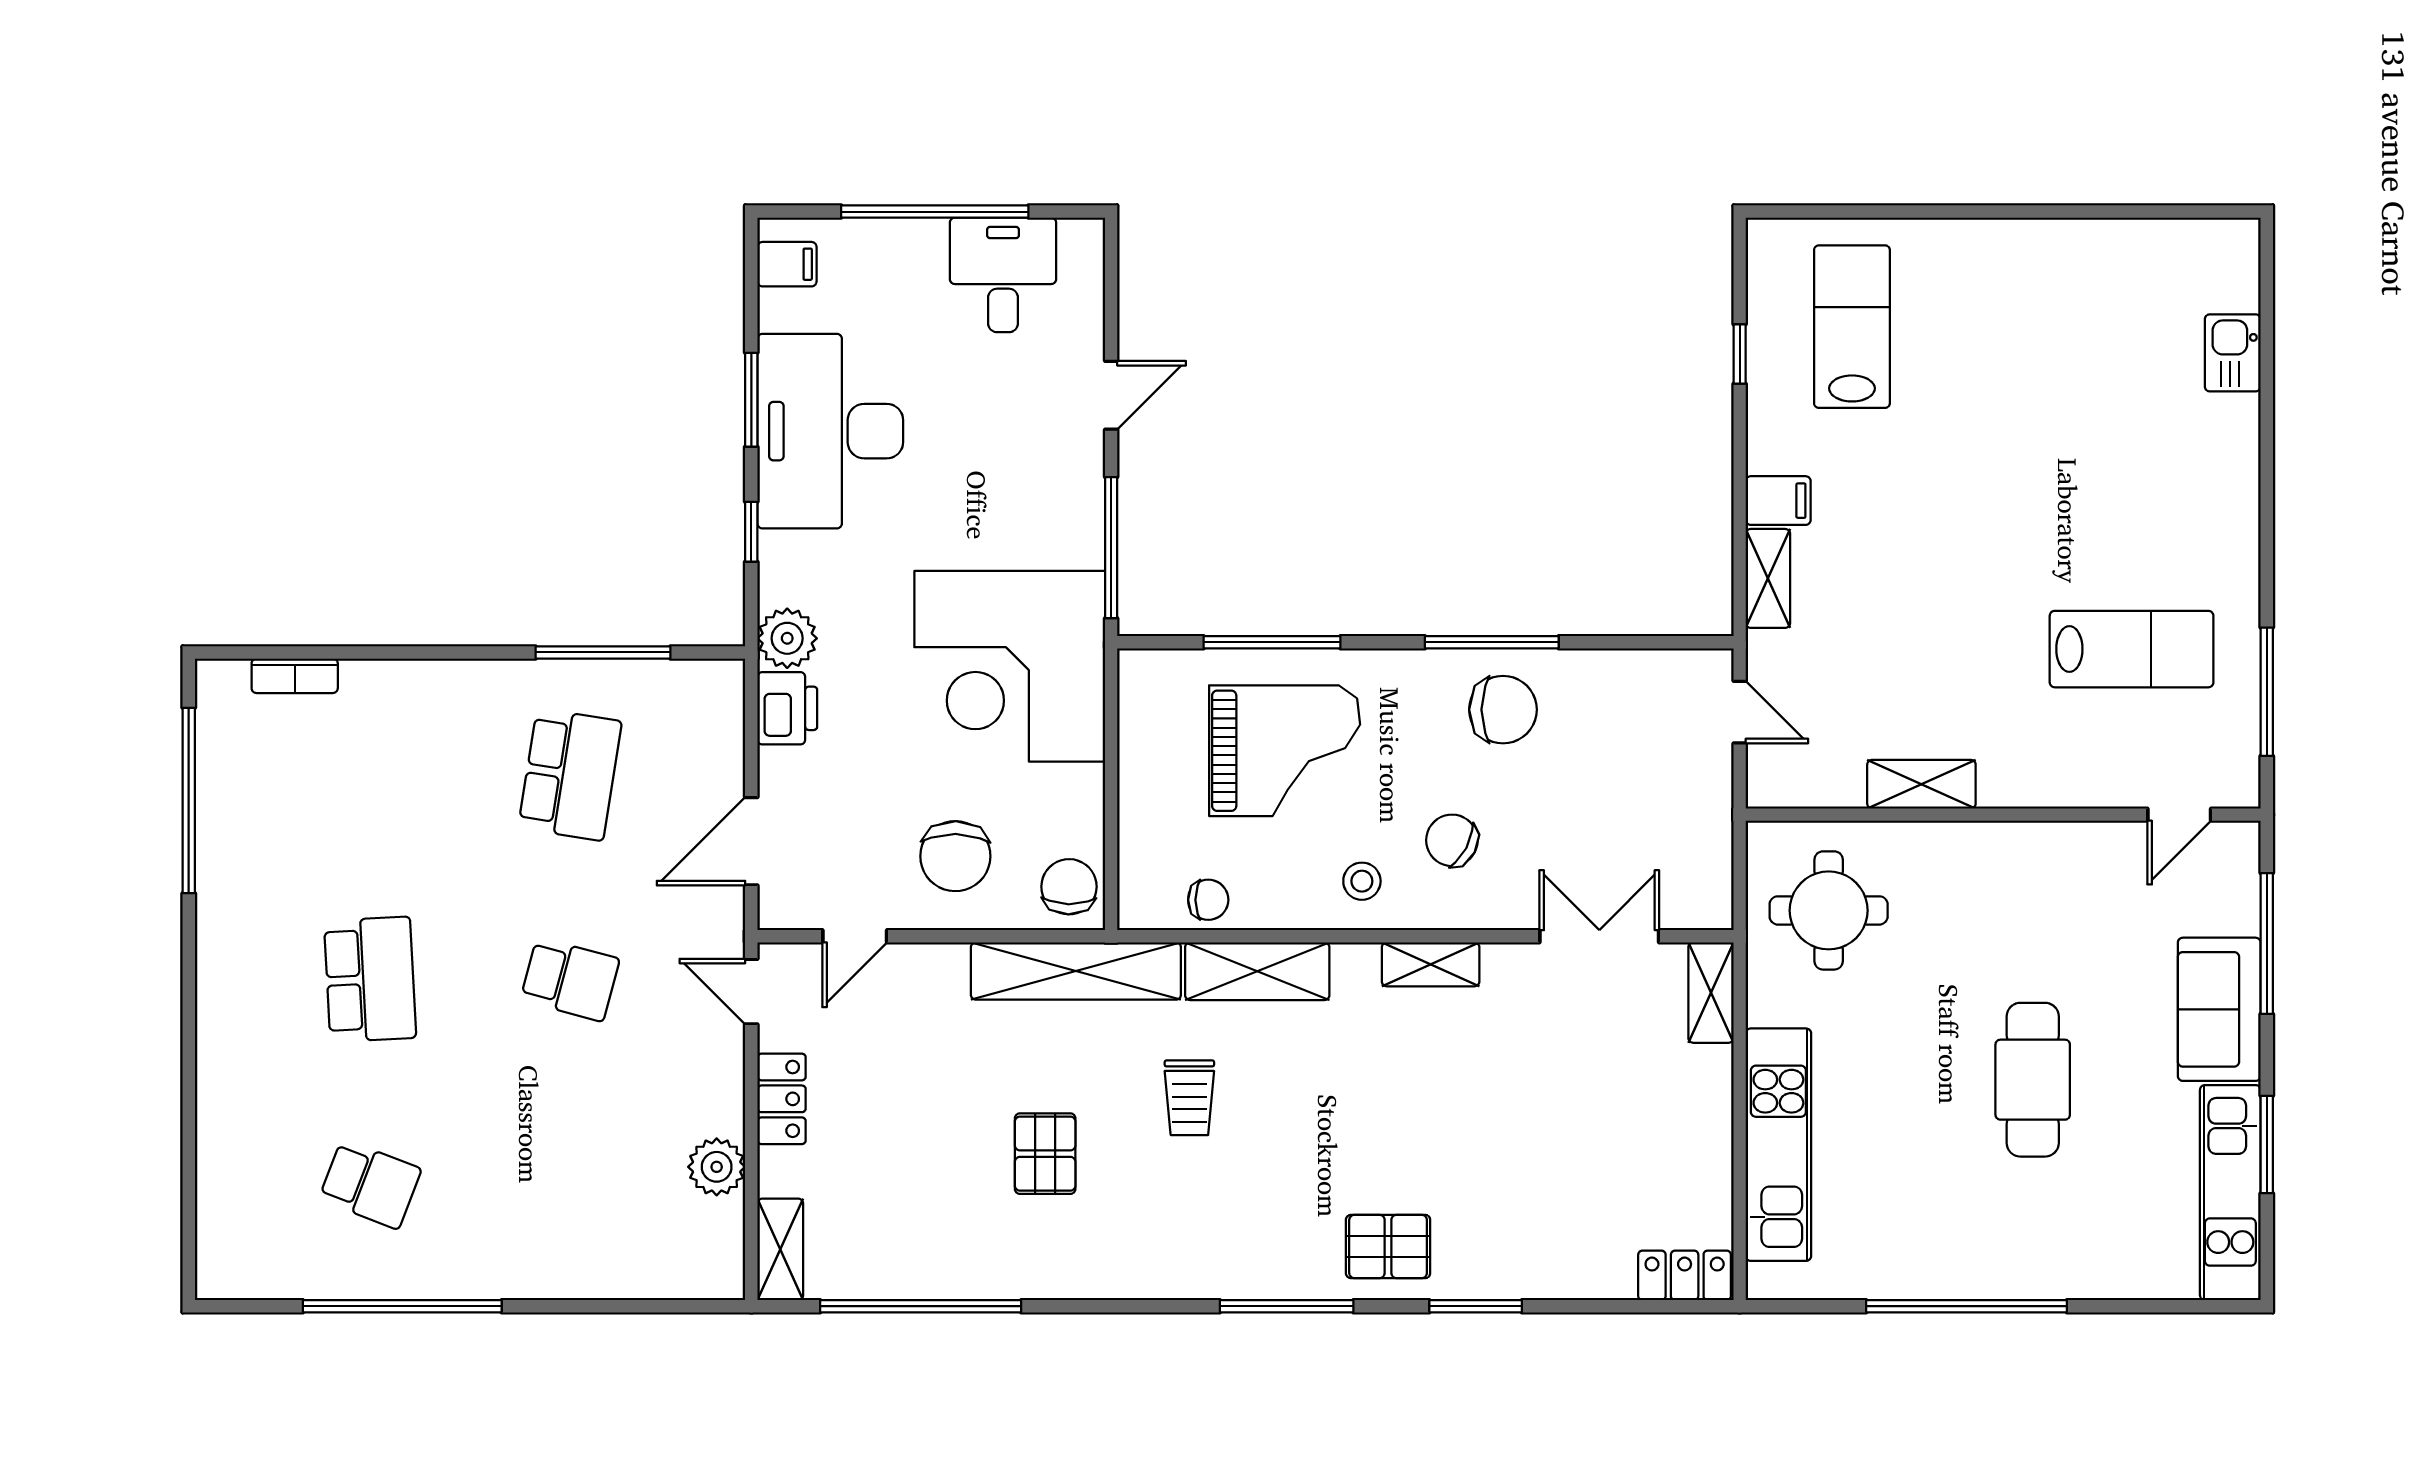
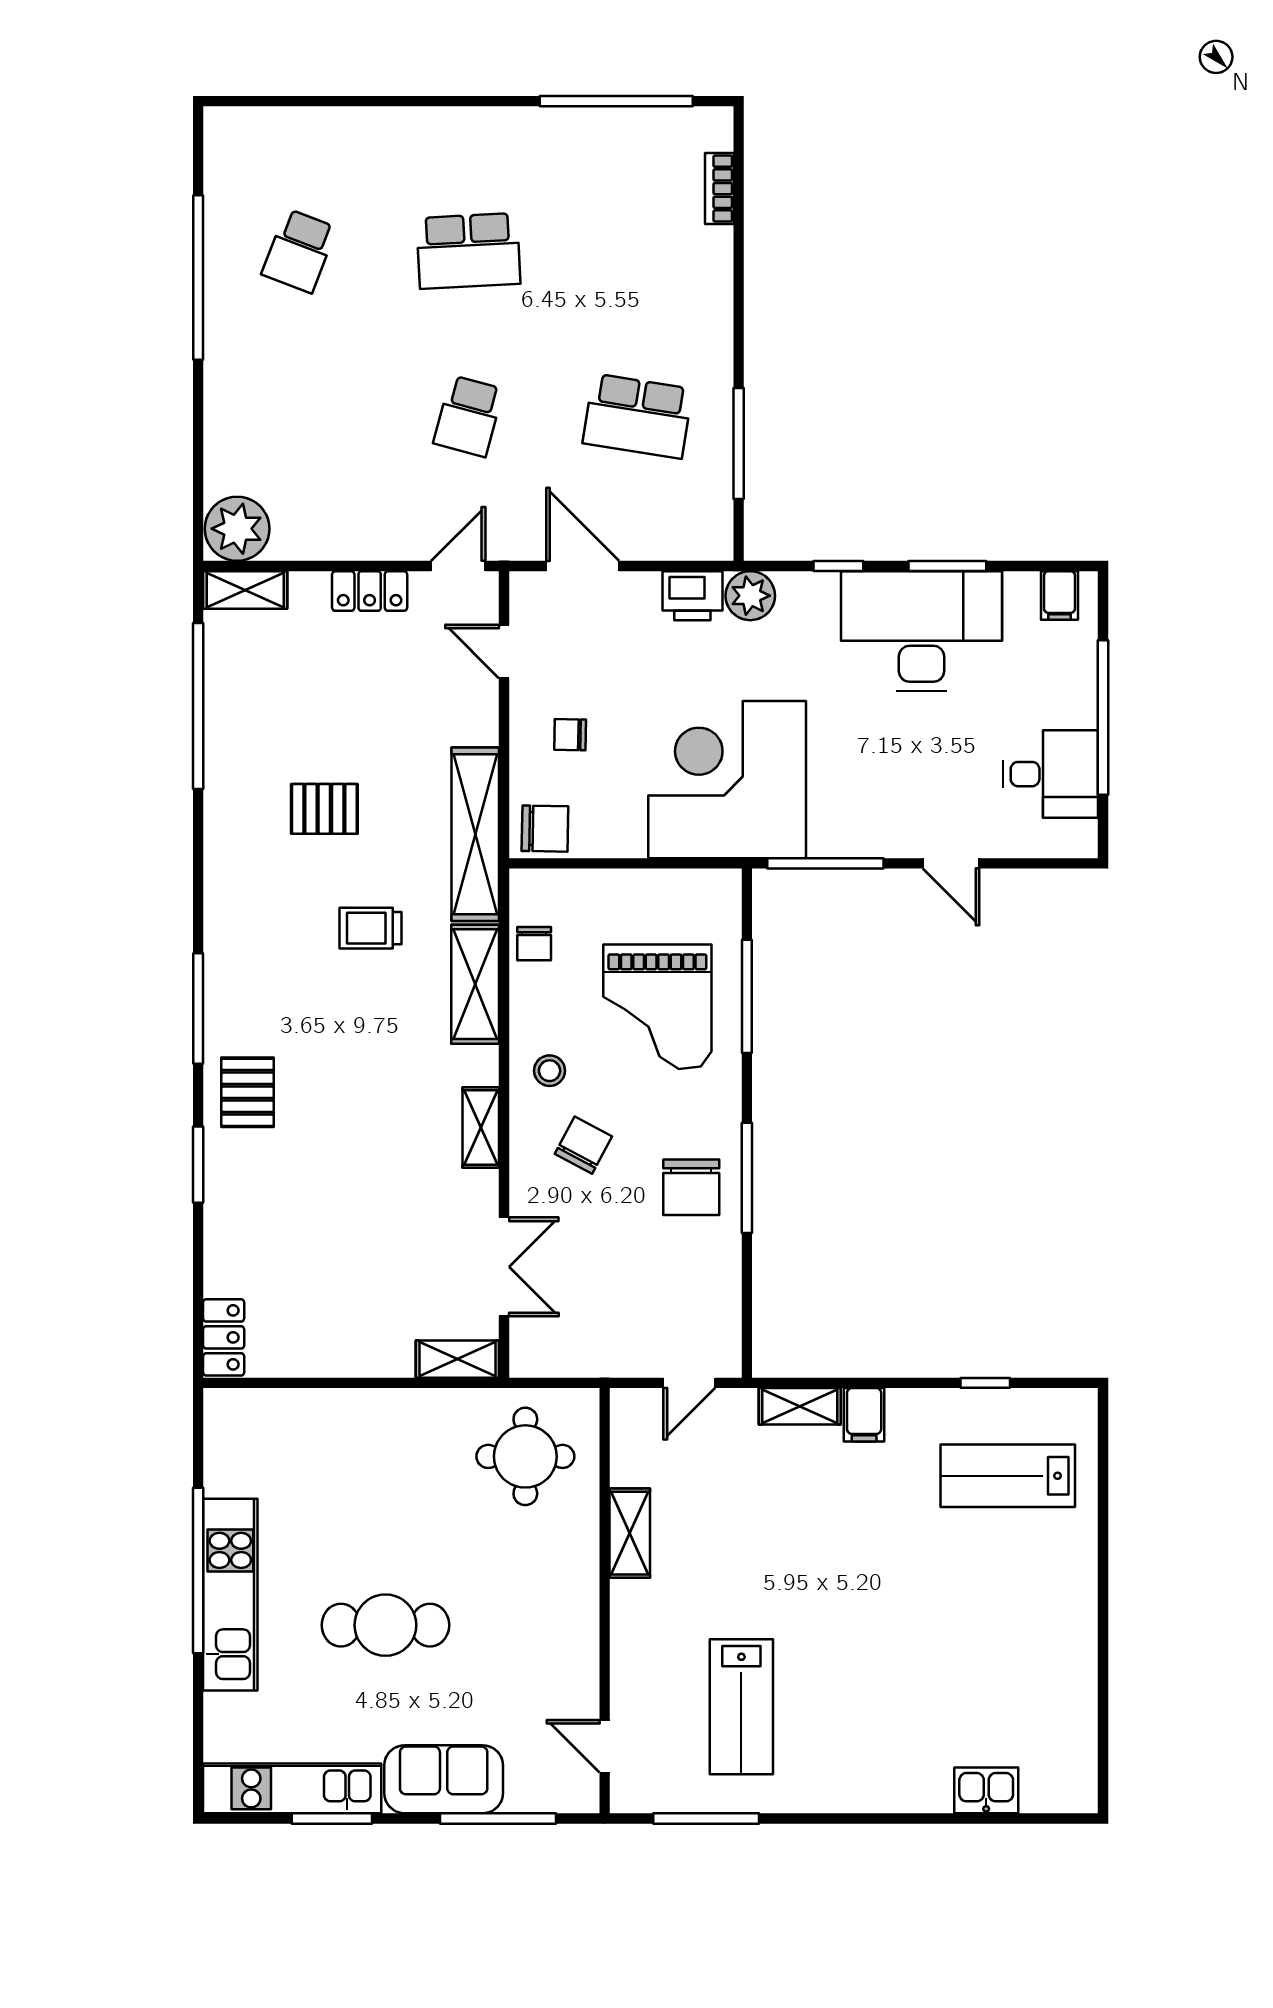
lab bench: (1852, 327) -> (1008, 1476), turned 180
chair: (955, 856) -> (570, 735), width x0.54, depth x0.54
kitchen unit: (1778, 1145) -> (230, 1595), moved, turned -90
plant: (717, 1167) -> (237, 529), moved, width x1.36, depth x1.36

